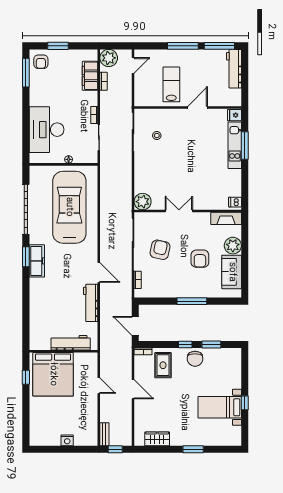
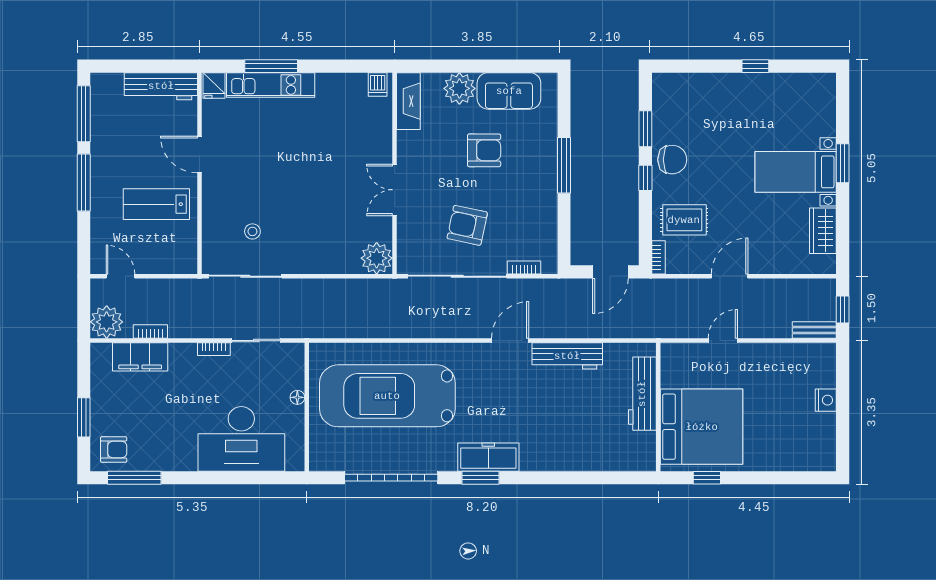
workbench: (234, 69) -> (161, 86), moved
bed with nightstands: (220, 407) -> (796, 172), moved, turned 90

